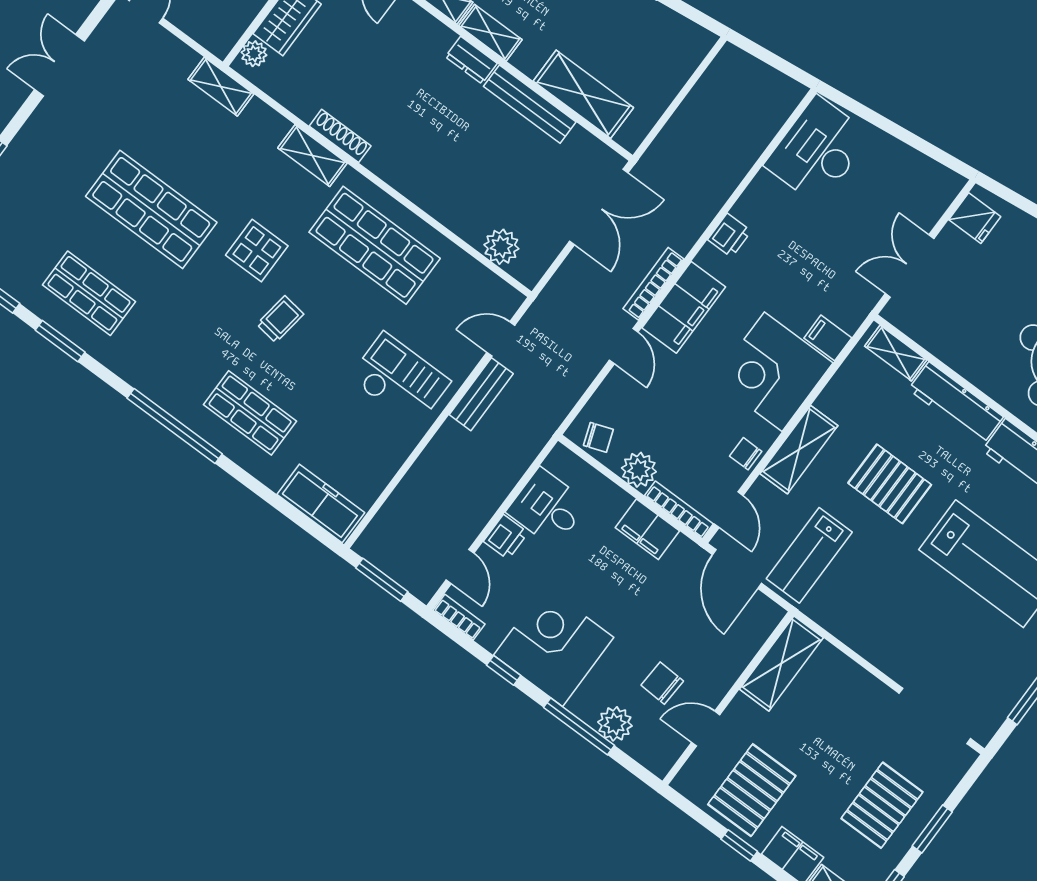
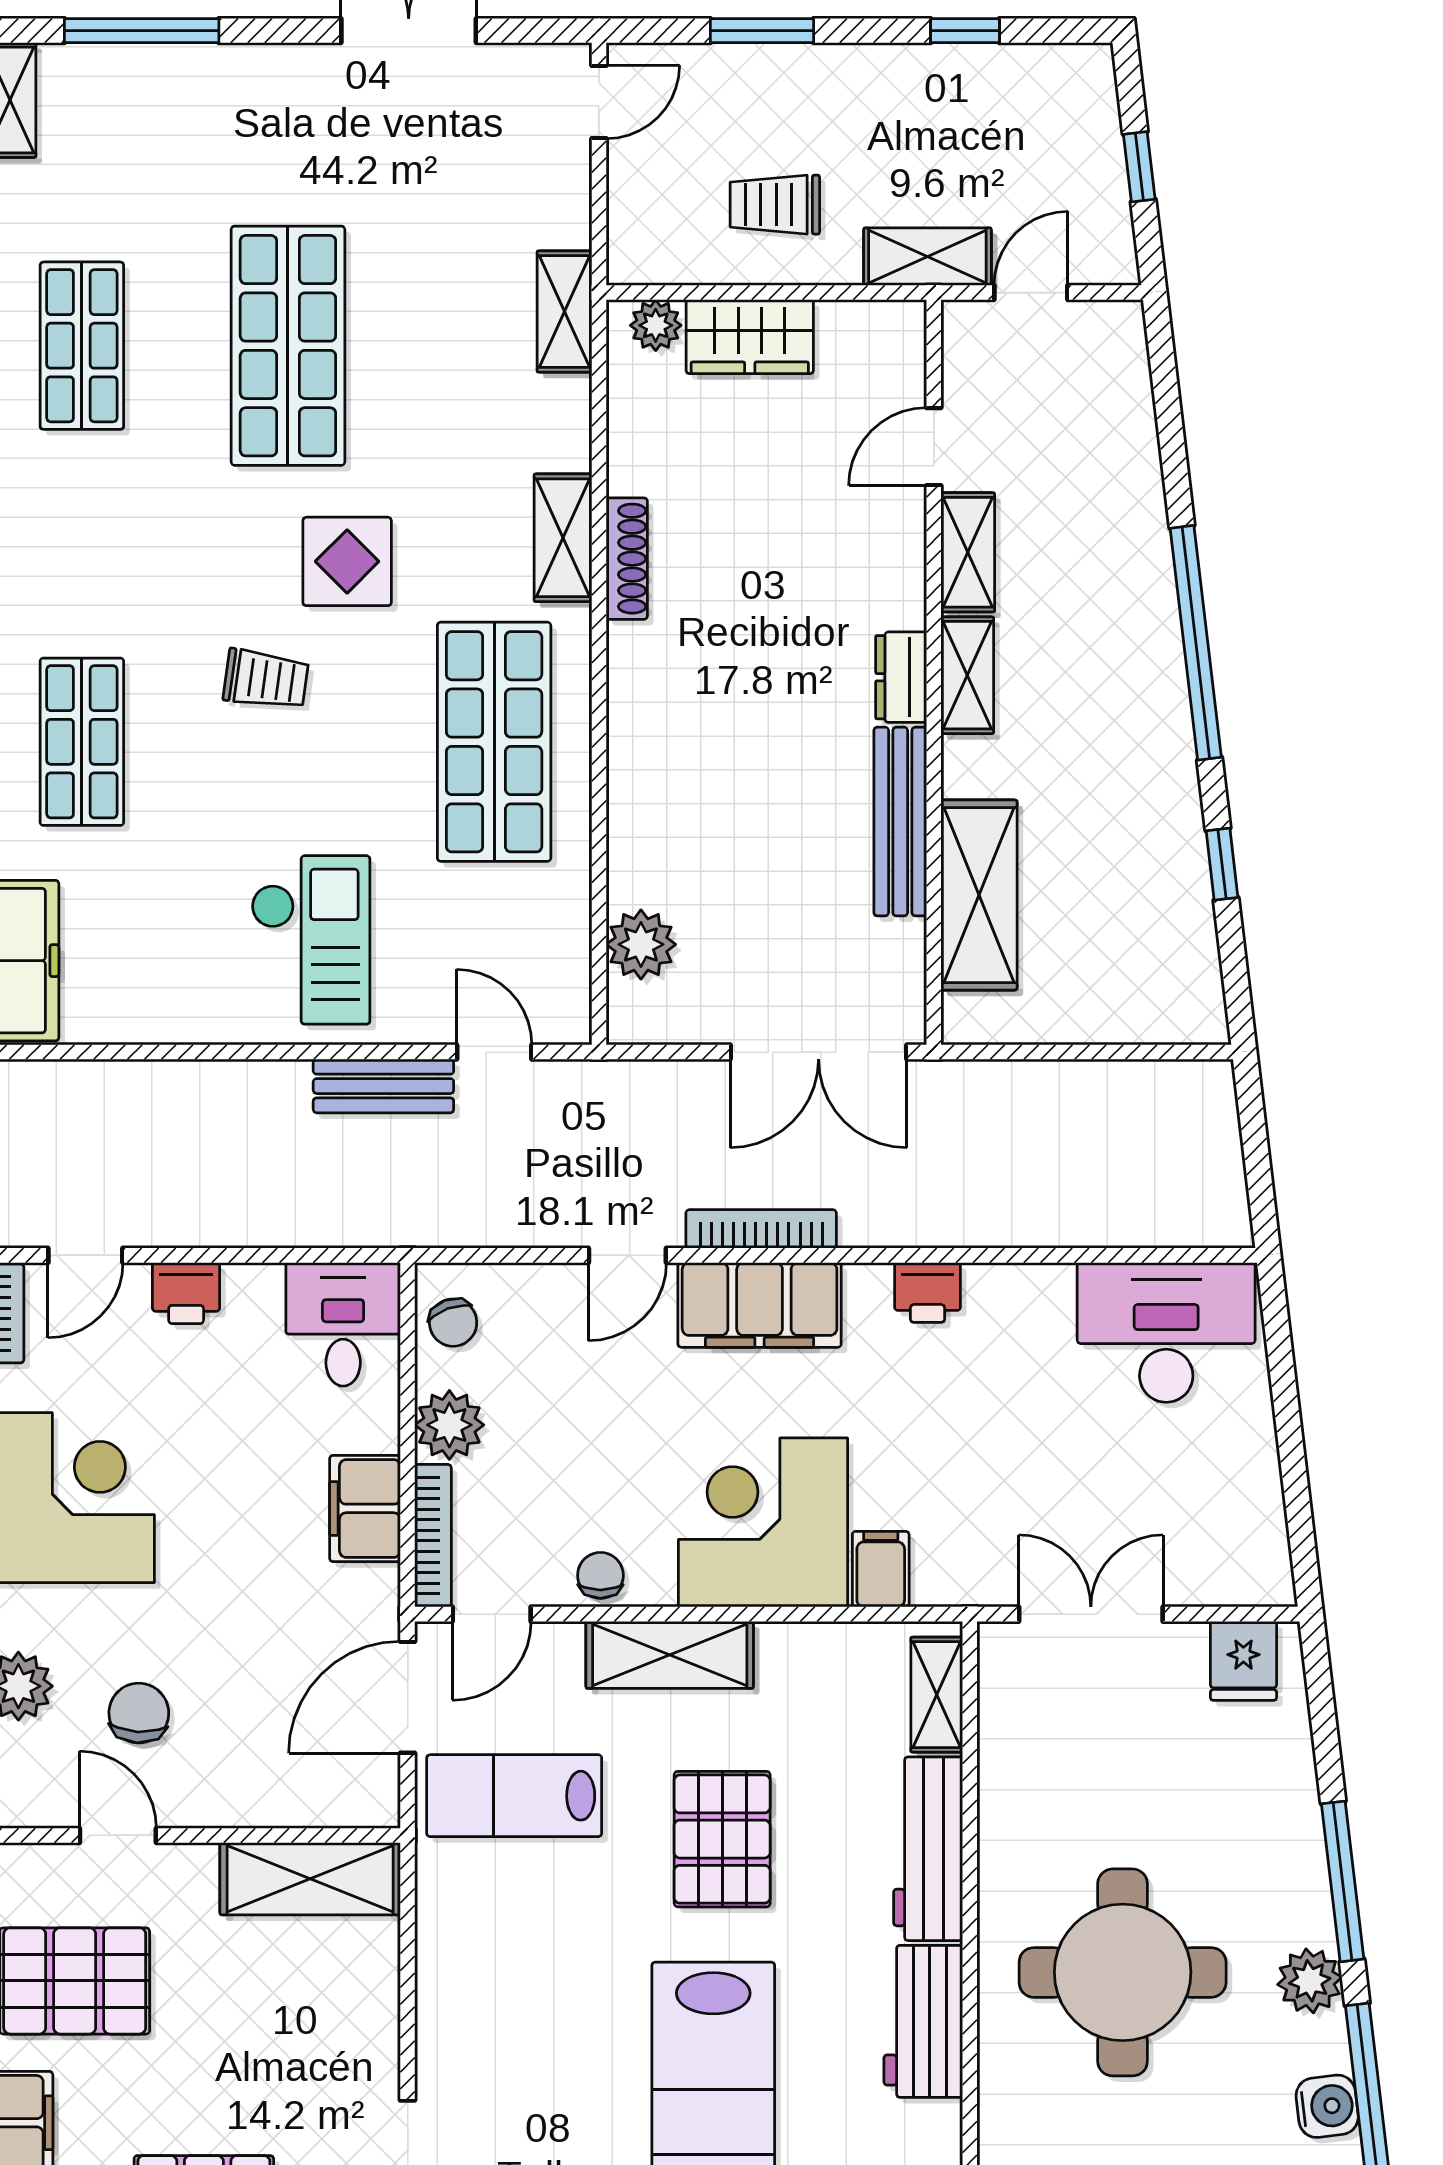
desk: (547, 508) -> (343, 1324), moved

